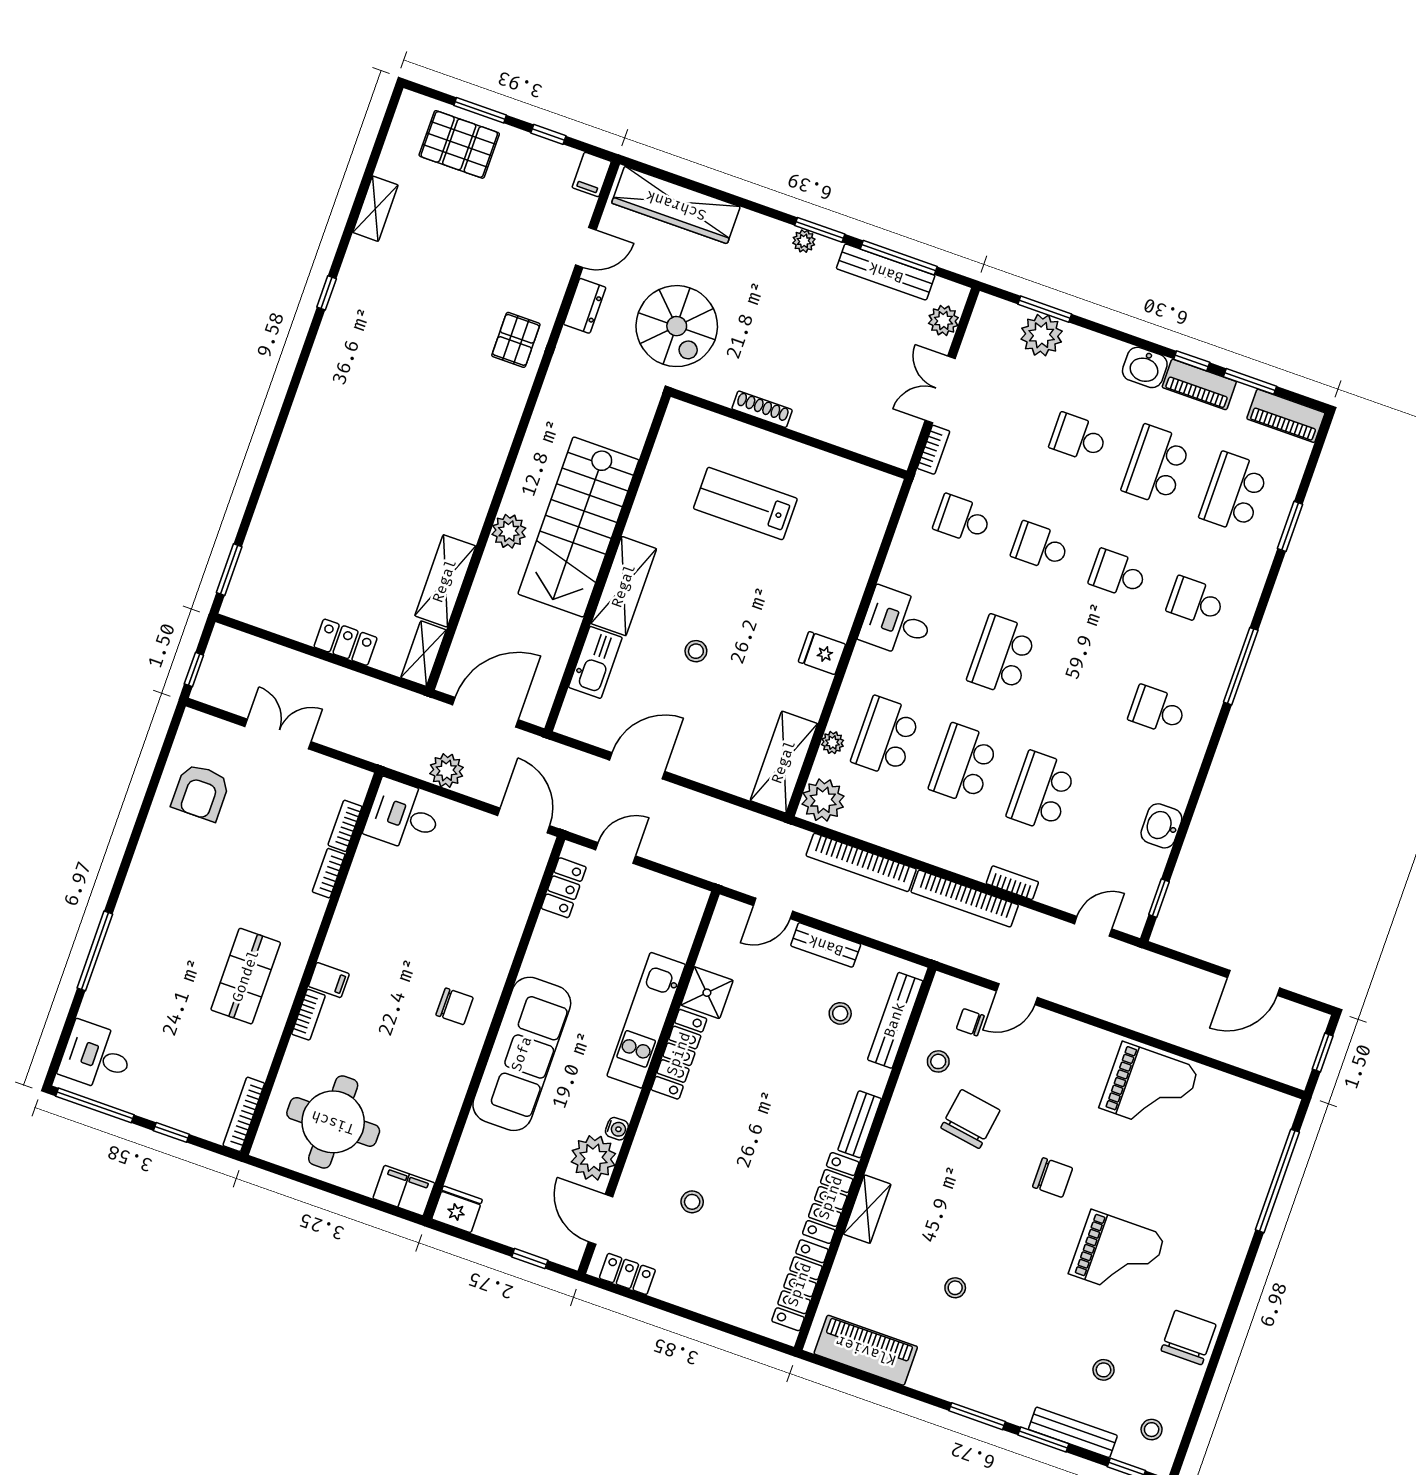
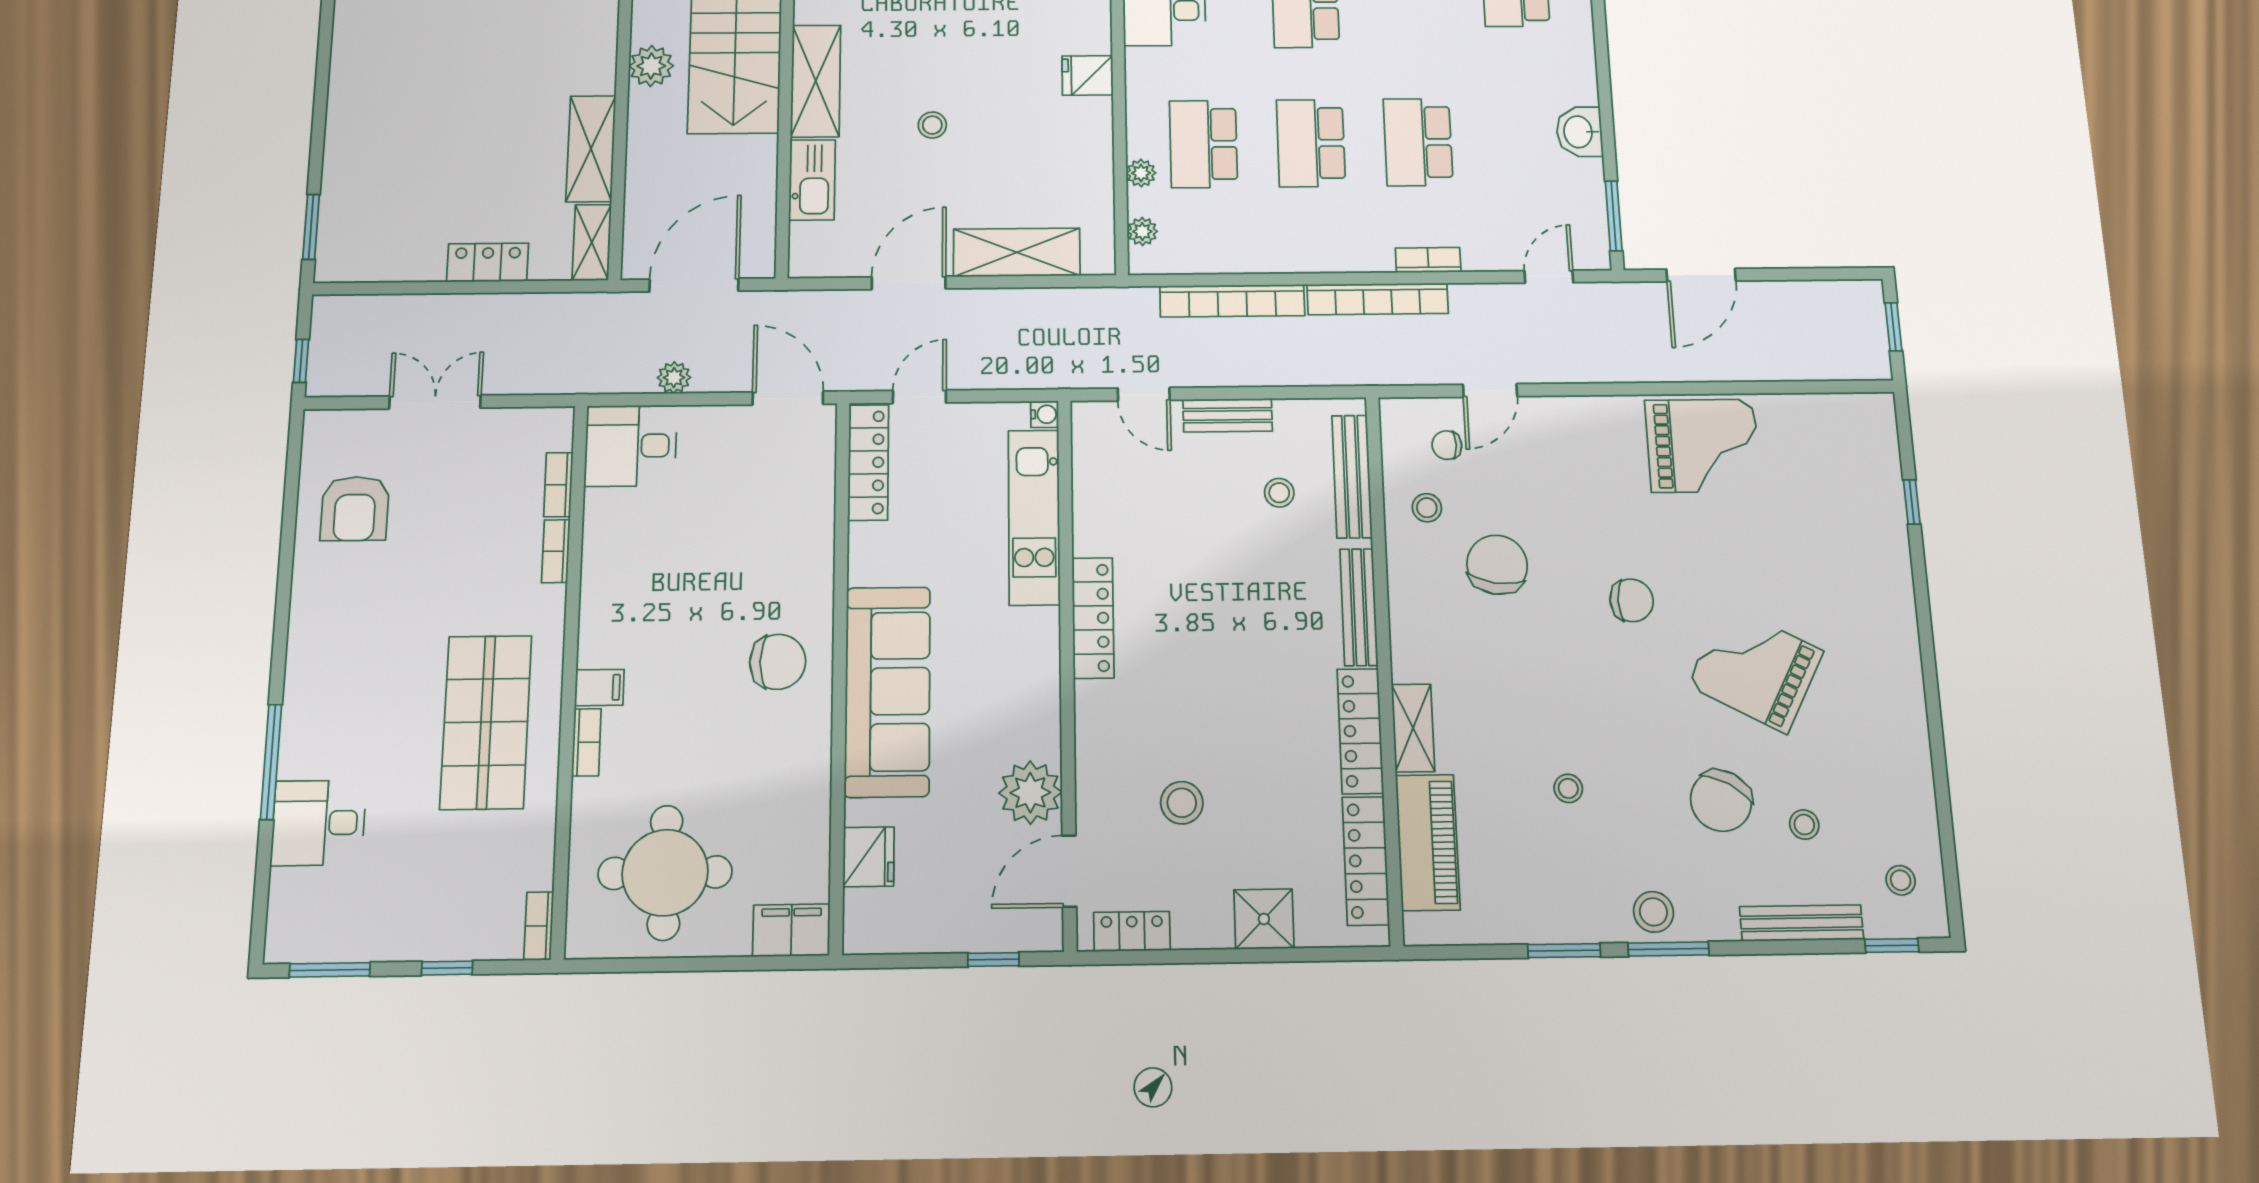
shelving: (784, 762) -> (1017, 252), moved, turned 90
plant: (447, 770) -> (674, 378), width x0.73, depth x0.73
plant: (823, 800) -> (1142, 231), width x0.53, depth x0.53
locker: (564, 888) -> (868, 462), width x1.53
window: (1159, 898) -> (1614, 216), width x1.50
door: (773, 908) -> (1144, 394), hinge flipped
shop shelf: (246, 976) -> (486, 722), width x1.43, depth x1.36
door: (1253, 983) -> (1701, 275), moved
shower: (707, 993) -> (1264, 919), moved
chair: (455, 1006) -> (778, 662), width x1.37, depth x1.37
kitchen unit: (646, 1020) -> (1034, 517), moved
desk: (96, 1056) -> (318, 823), moved
window: (95, 1105) -> (330, 970), width x0.69
bookcase: (244, 1114) -> (539, 926), width x0.64
bench: (860, 1124) -> (1359, 607), width x1.36
water cooler: (617, 1129) -> (1045, 414), moved
window: (1277, 1181) -> (1912, 502), width x0.32
stool: (692, 1202) -> (1182, 803), width x1.37, depth x1.37
fridge: (457, 1209) -> (869, 857), moved, turned 90
door: (600, 1219) -> (1069, 871), hinge flipped
grand piano: (1117, 1255) -> (1755, 668), turned -152
chair: (1188, 1338) -> (1721, 801), moved, turned -150
piano: (866, 1350) -> (1428, 842), moved, turned 90
stool: (978, 1389) -> (1653, 912), added
window: (1043, 1439) -> (1564, 951), moved

